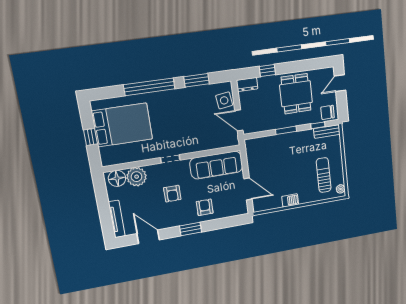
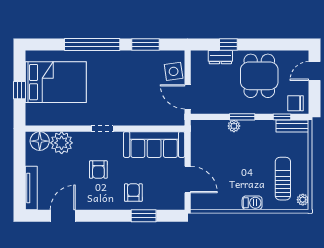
dresser: (247, 84) -> (220, 57), moved
plant: (280, 139) -> (234, 126), added
barbecue: (290, 200) -> (252, 203), moved
window: (191, 229) -> (144, 216), moved
door: (148, 237) -> (63, 216), hinge flipped

